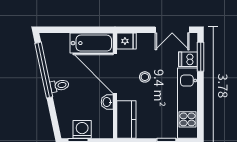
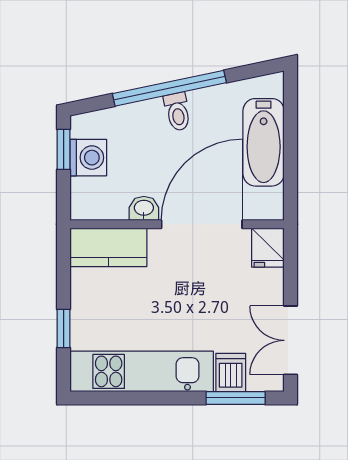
bathtub: (92, 43) -> (264, 142), moved
window: (44, 70) -> (169, 88), moved
stool: (145, 77) -> (195, 285), removed

